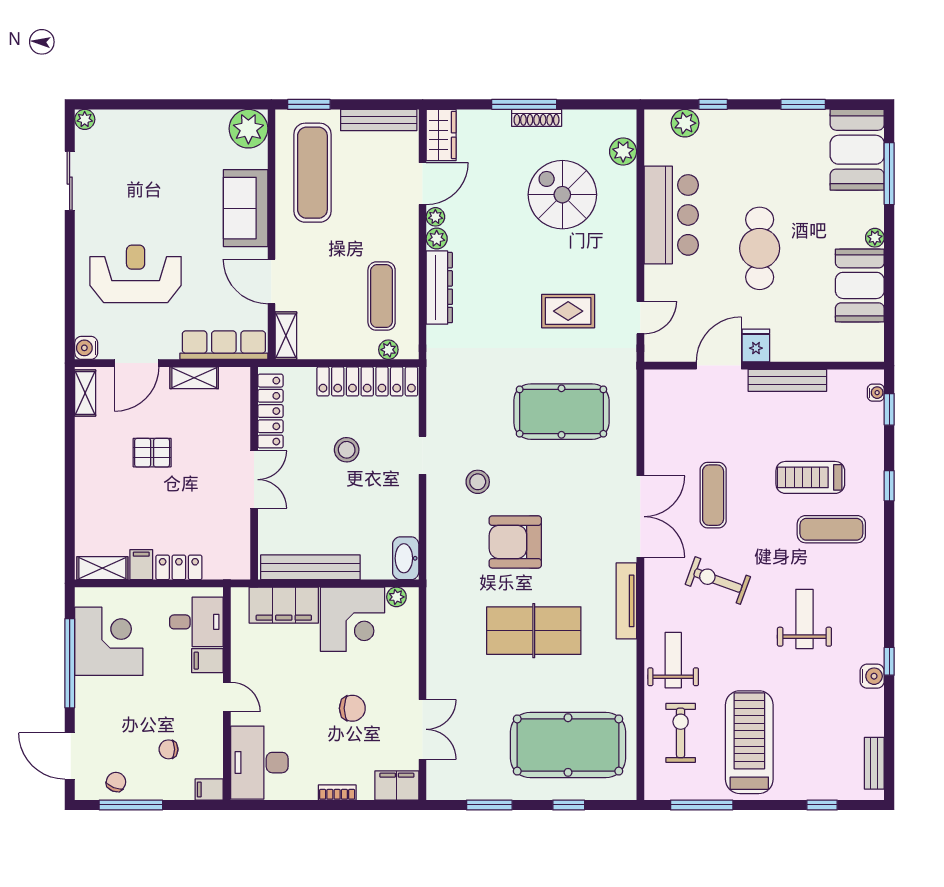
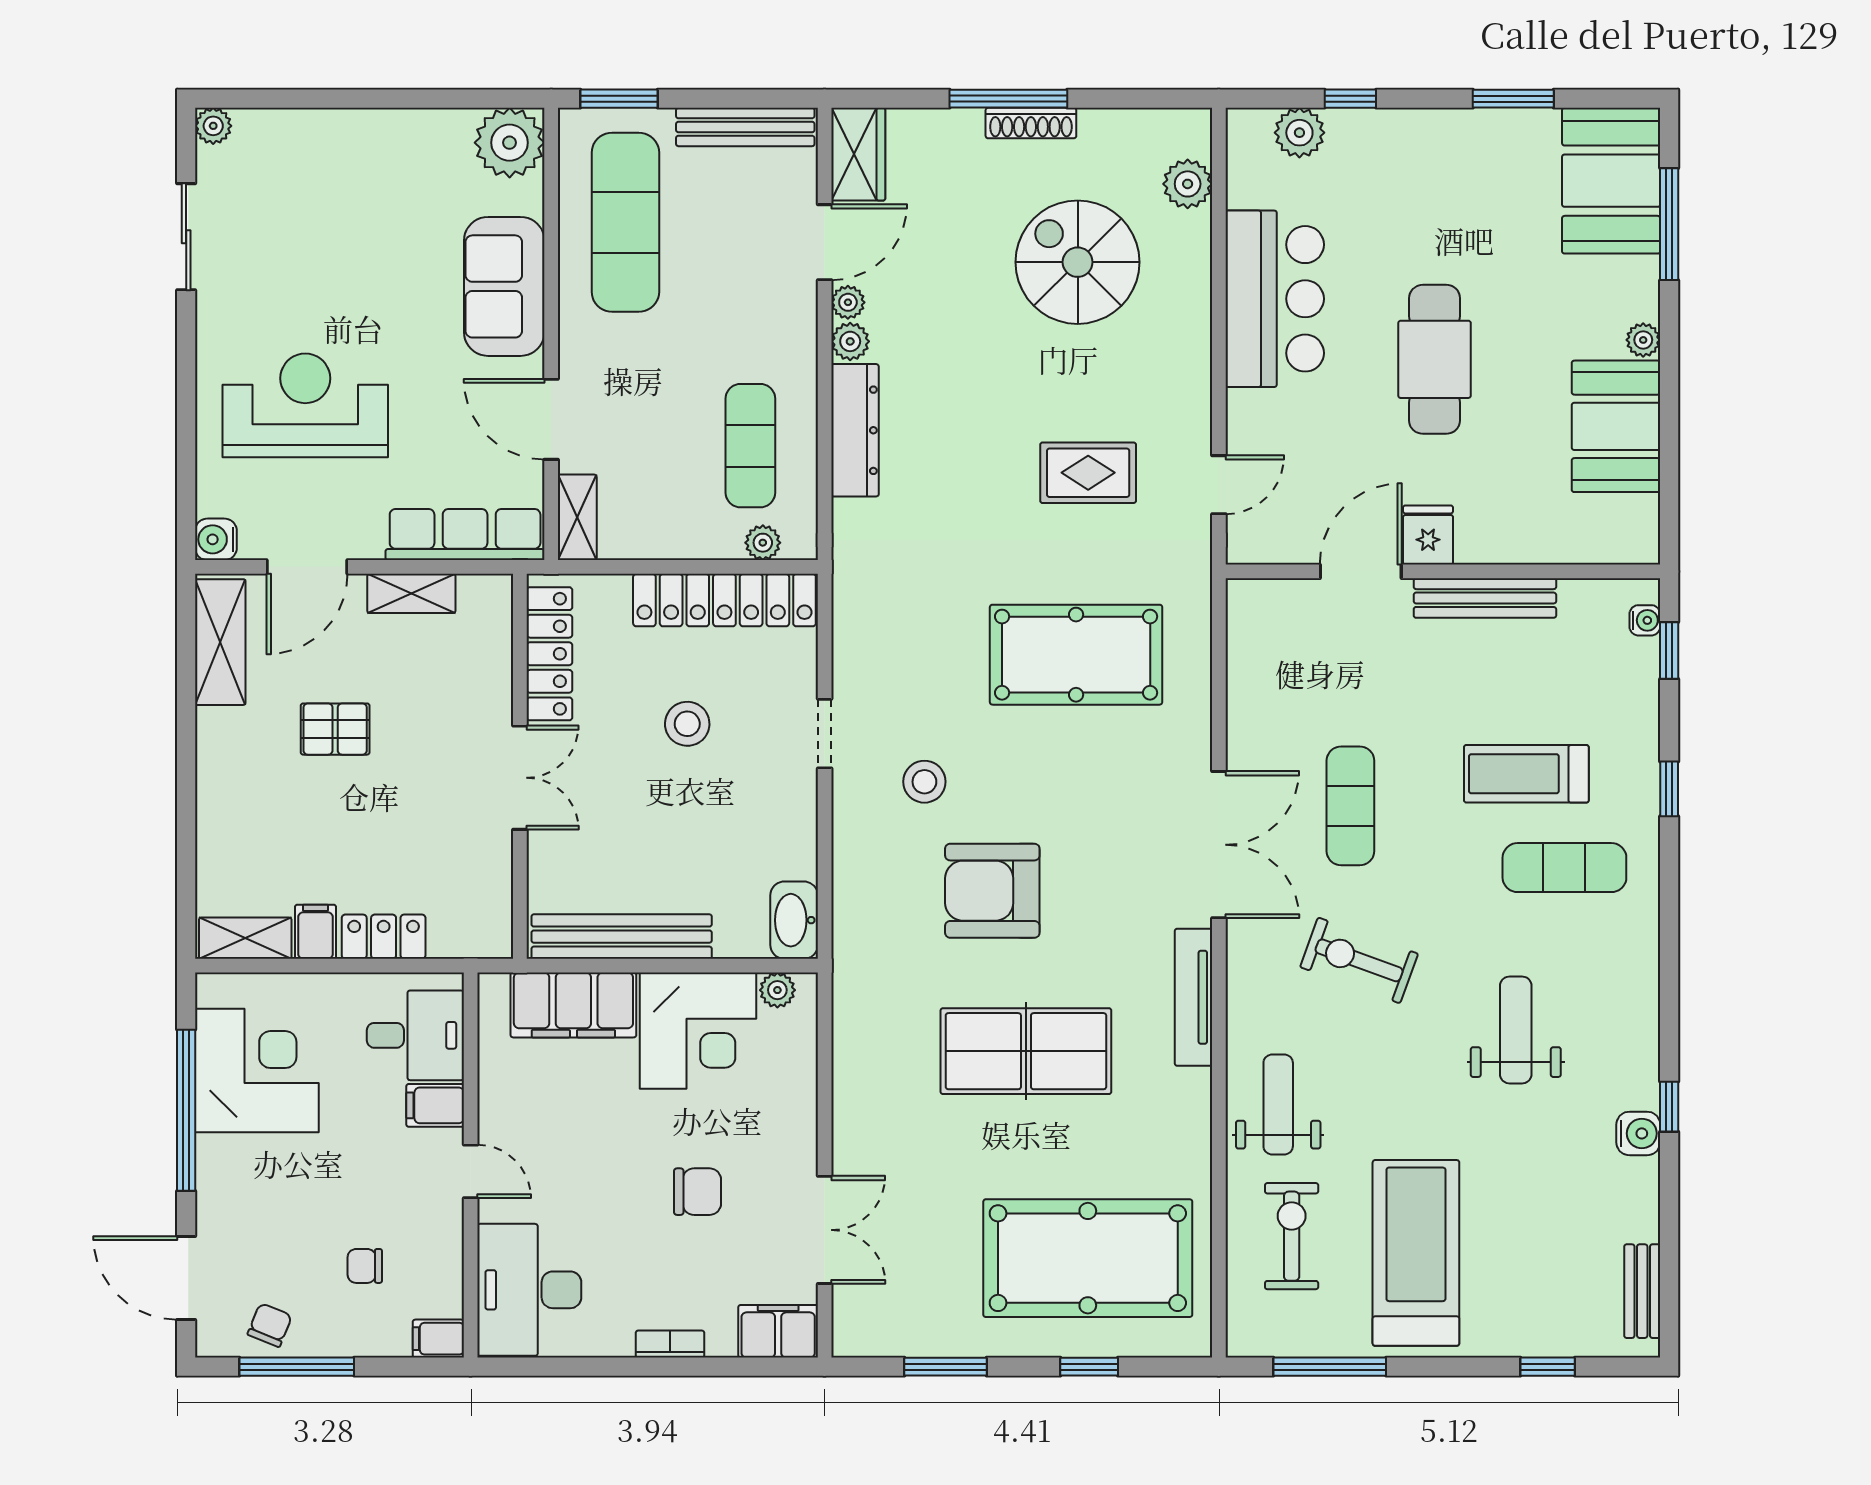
shelving: (85, 393) -> (220, 642), width x1.50, depth x1.33

